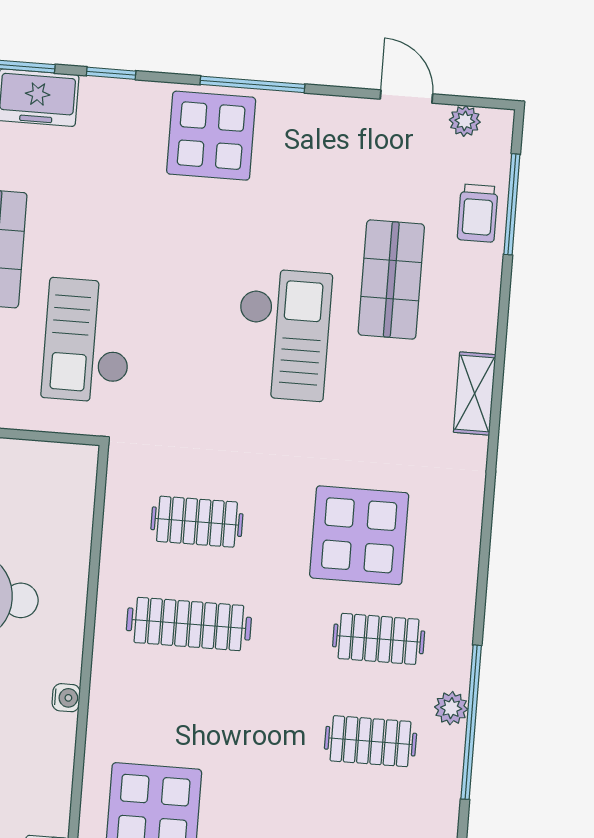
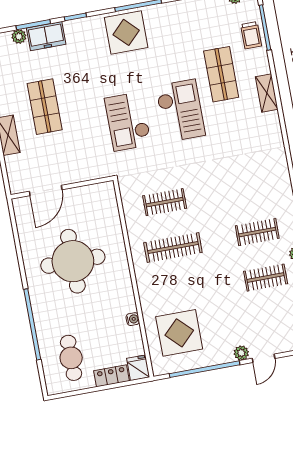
checkout: (88, 341) -> (128, 121), moved
shelving: (475, 393) -> (267, 93), moved
display table: (359, 535) -> (237, 189), removed
water cooler: (66, 698) -> (133, 319), moved

